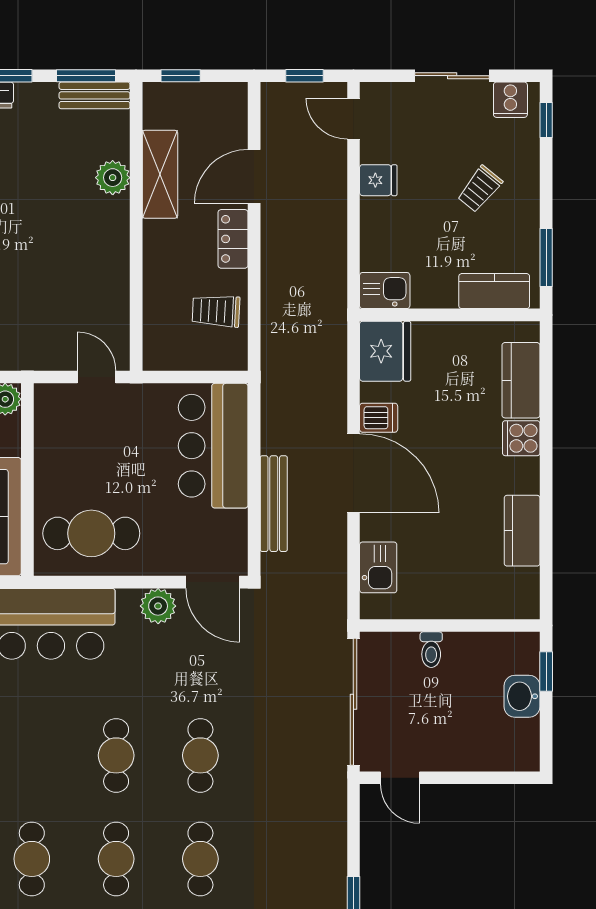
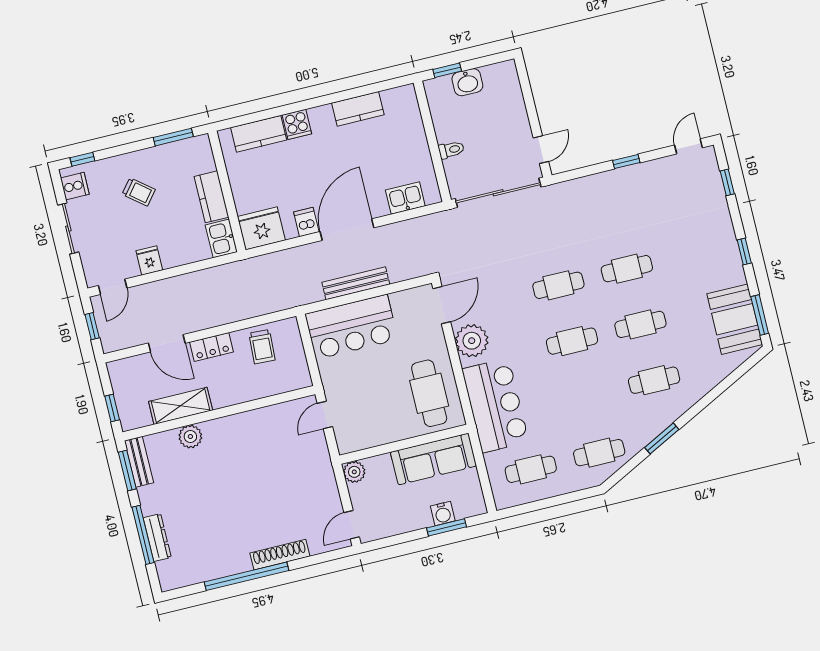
kitchen counter: (494, 291) -> (211, 197), moved
bench: (274, 504) -> (356, 283), moved
plant: (158, 606) -> (472, 341), width x1.36, depth x1.36

